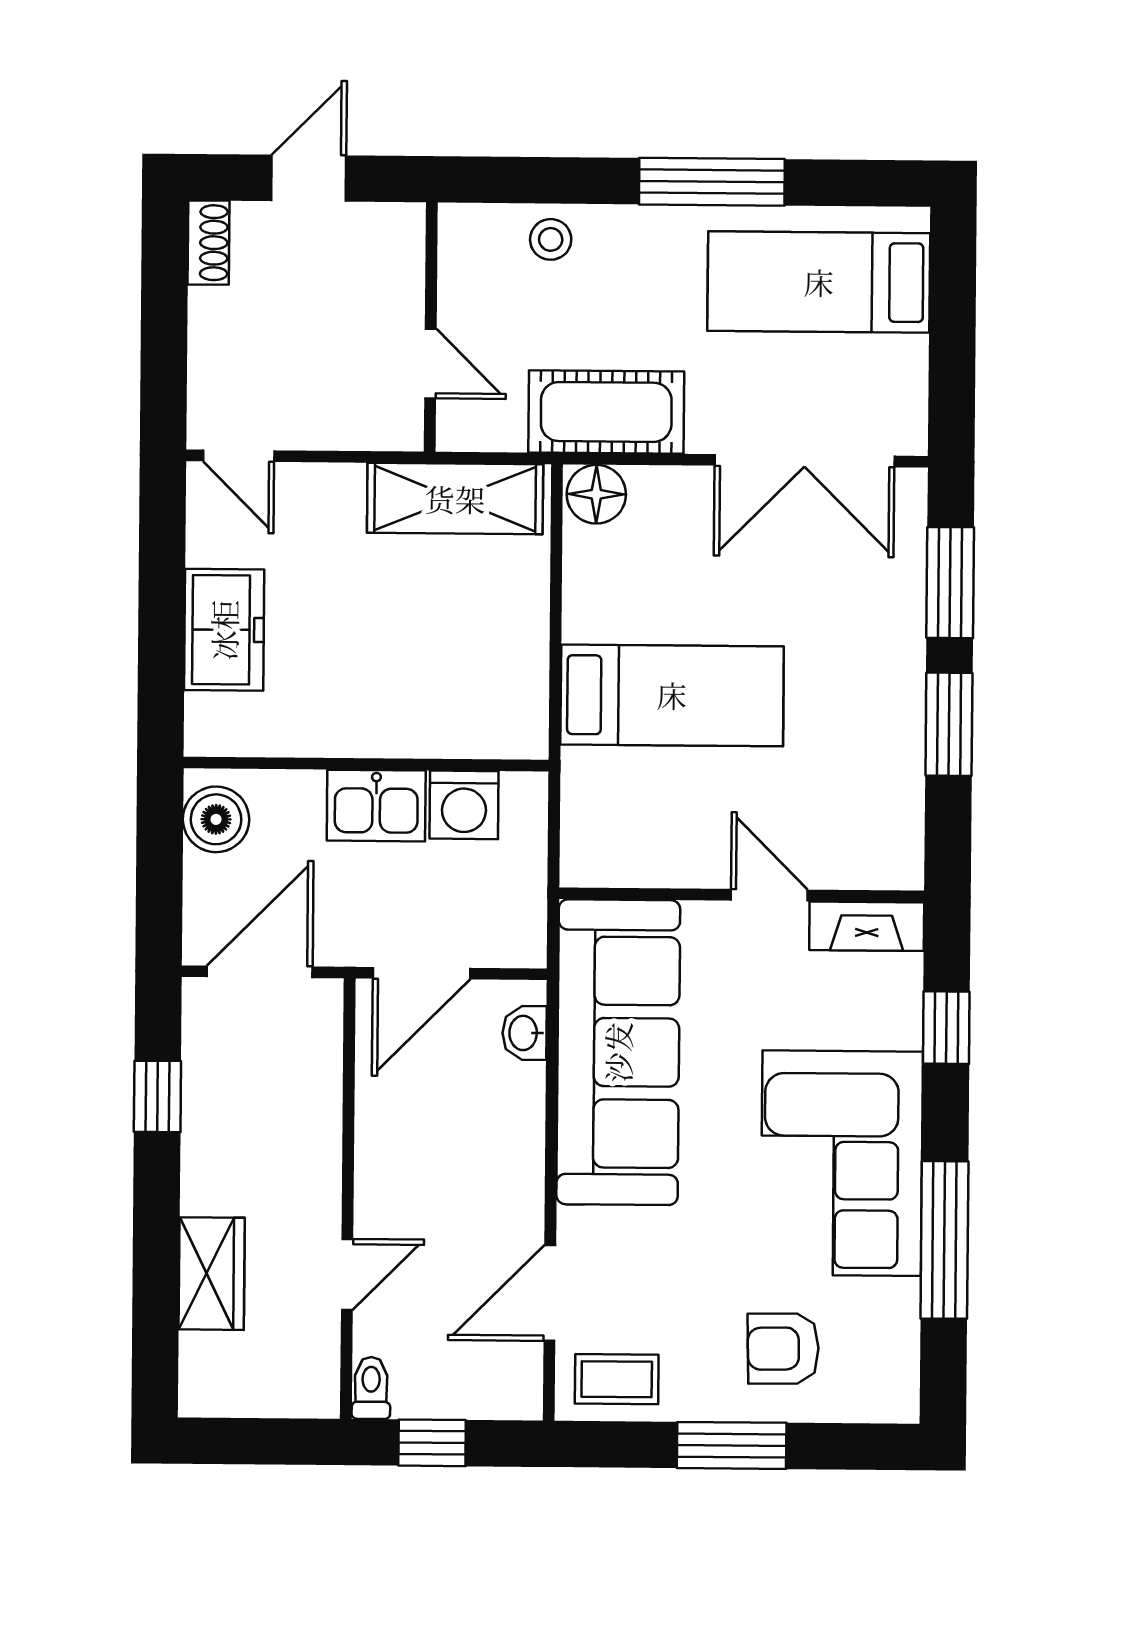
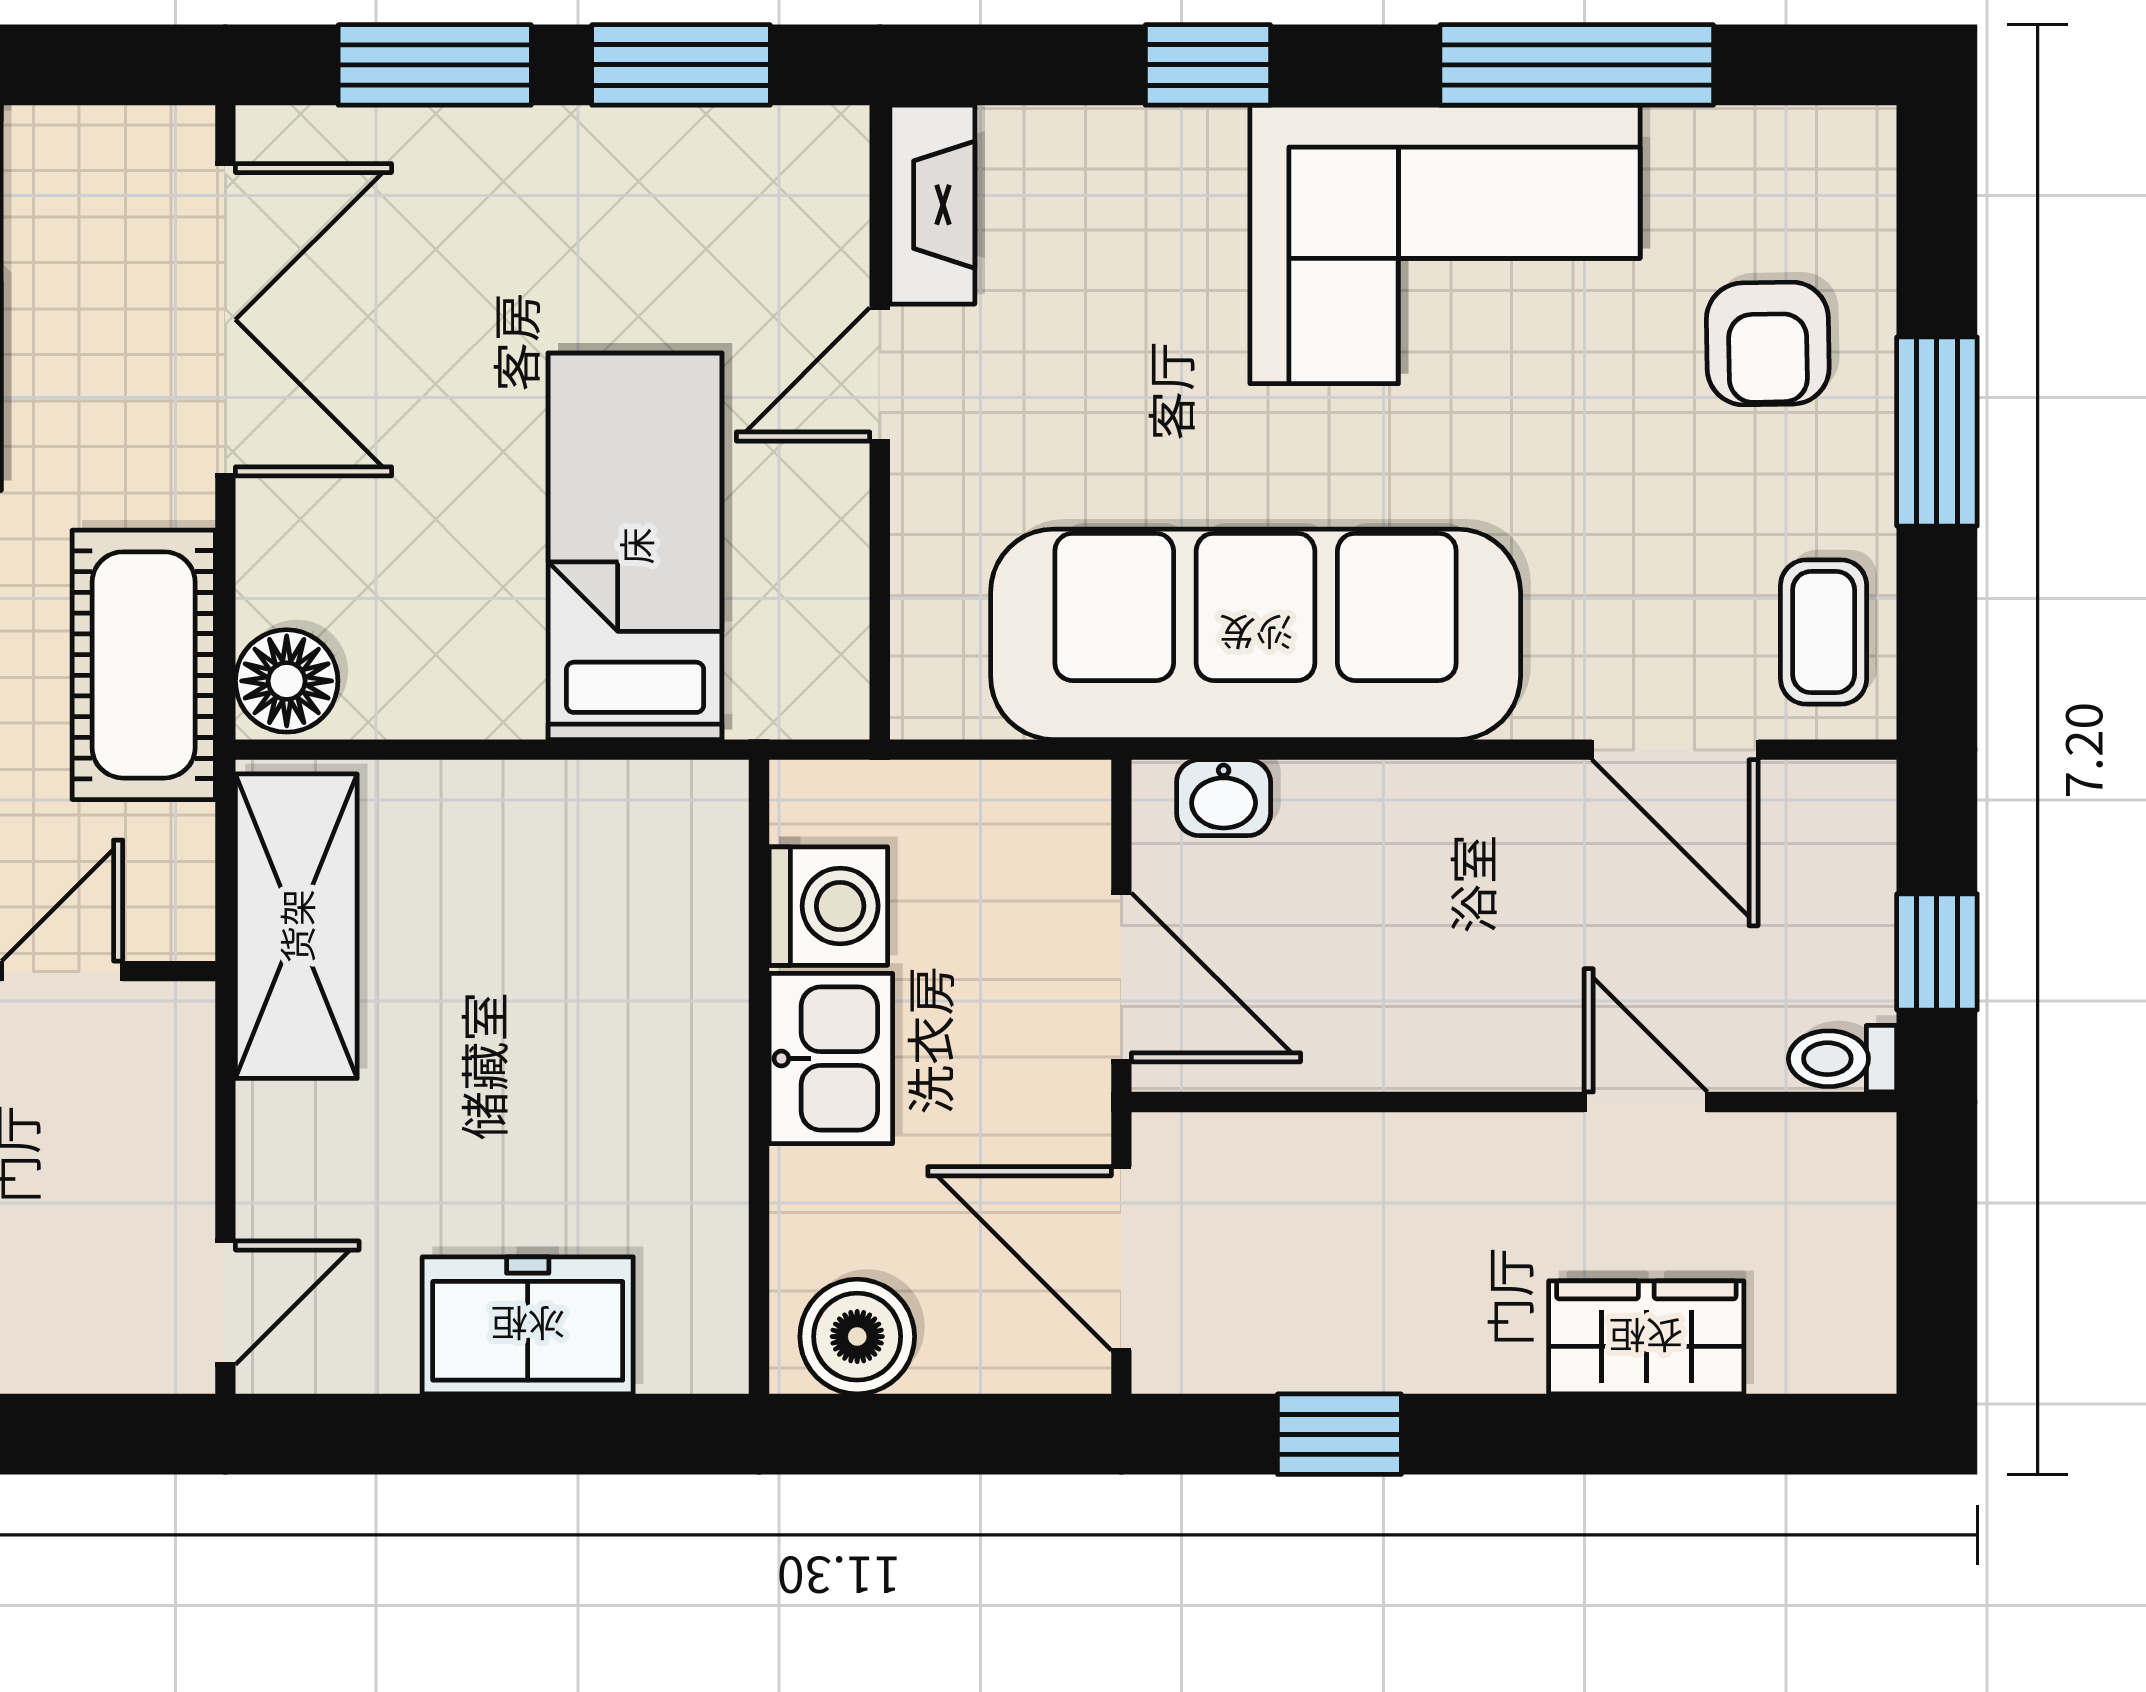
wall: (742, 895) -> (880, 422), moved
door: (769, 895) -> (880, 374), moved
fireplace: (867, 926) -> (932, 205), moved

